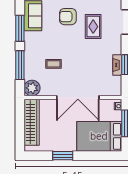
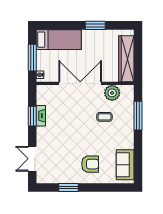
rug: (93, 27) -> (65, 154), removed
window: (20, 28) -> (138, 152), removed
plant: (32, 88) -> (112, 93), moved
bed: (99, 136) -> (59, 40), width x0.67

